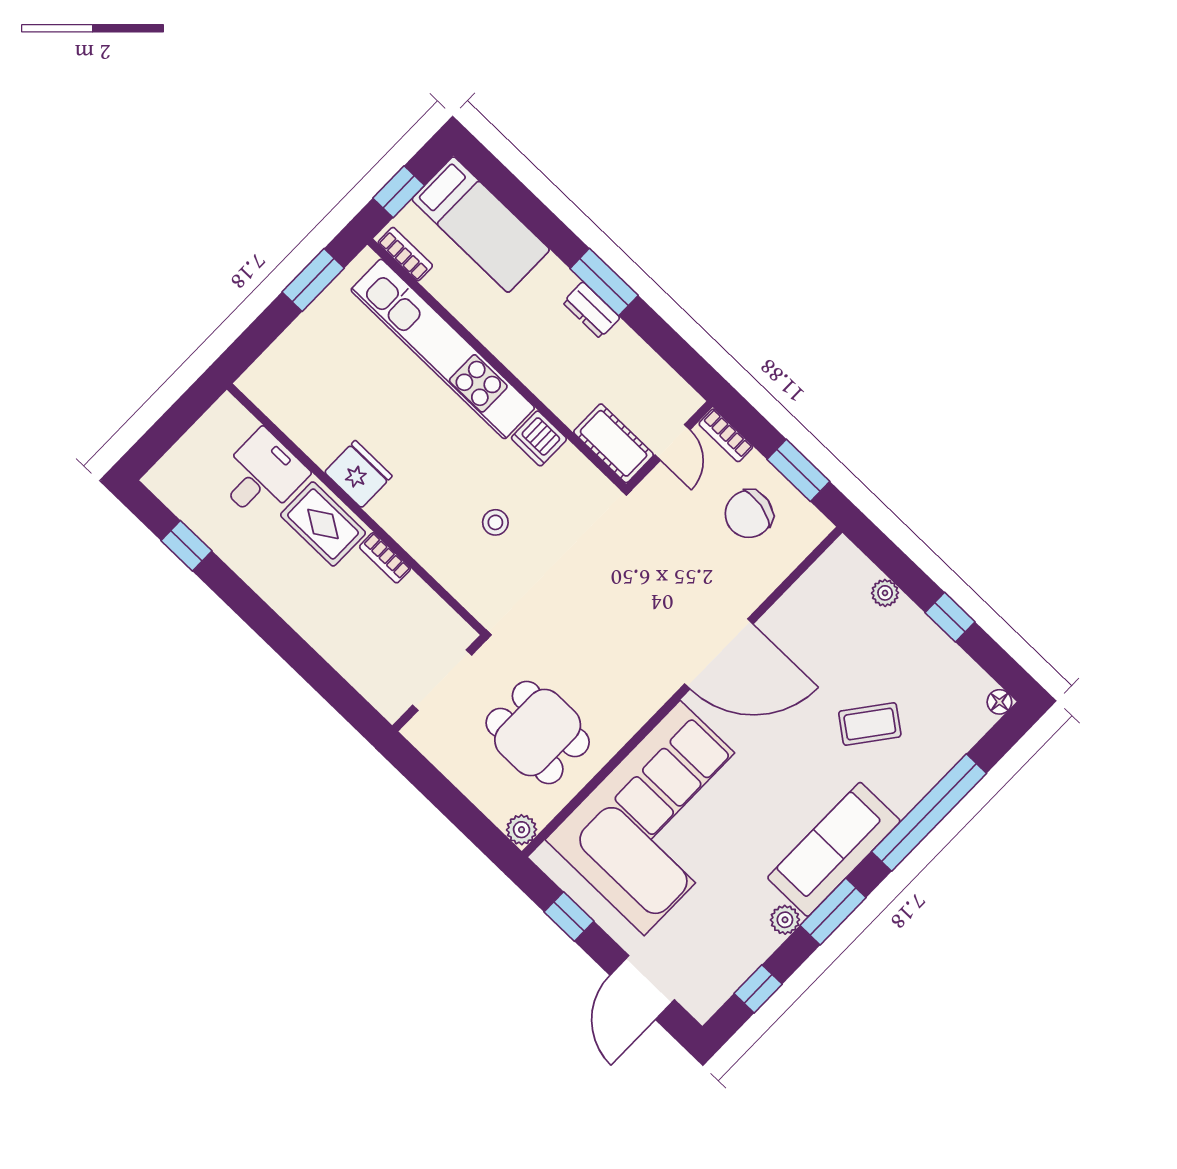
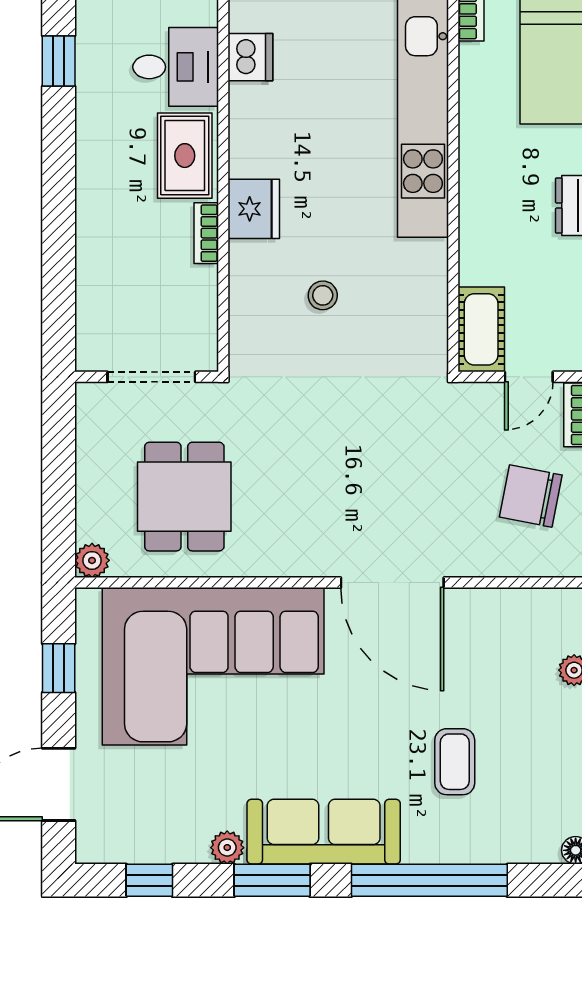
dishwasher: (539, 438) -> (250, 57), moved, turned 180
fridge: (358, 474) -> (254, 209), moved
coffee table: (870, 724) -> (455, 762), turned 53

